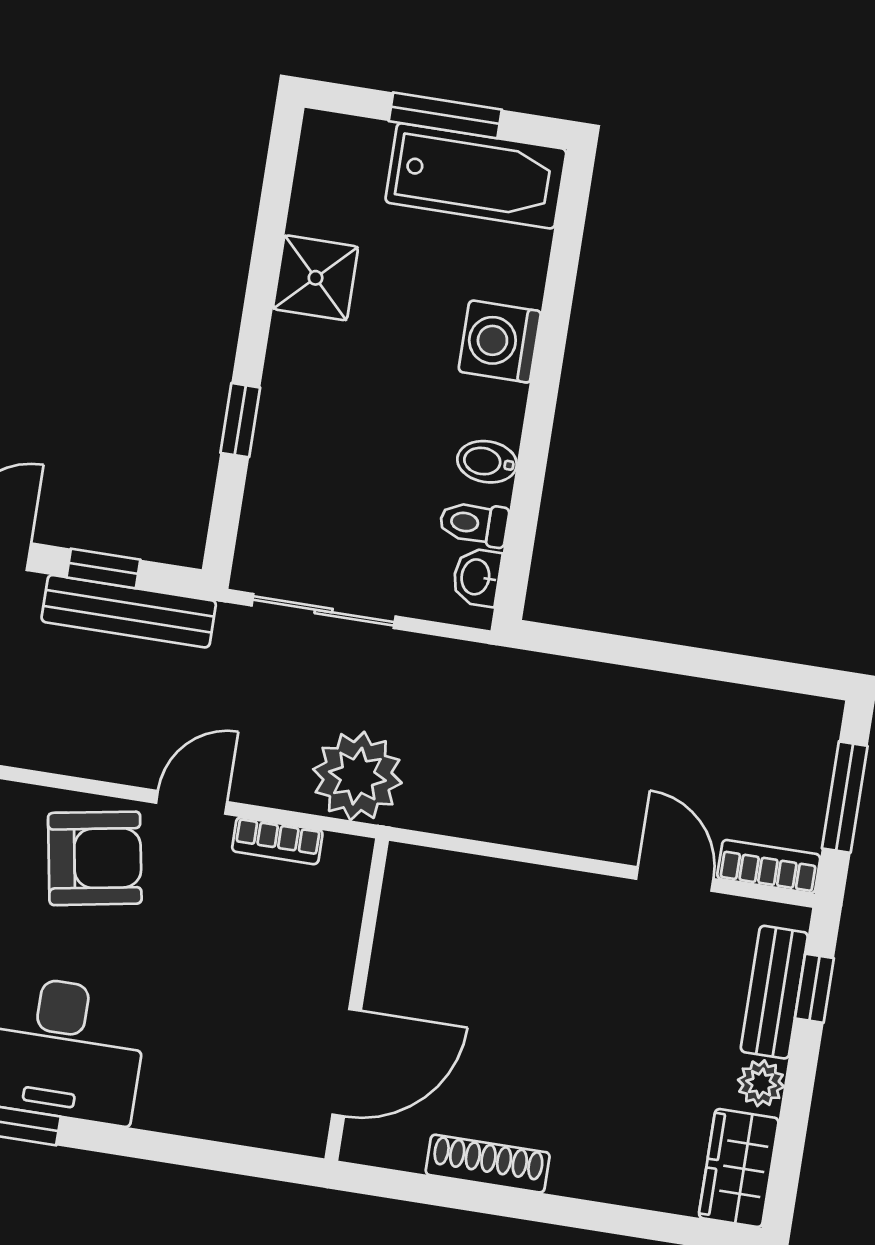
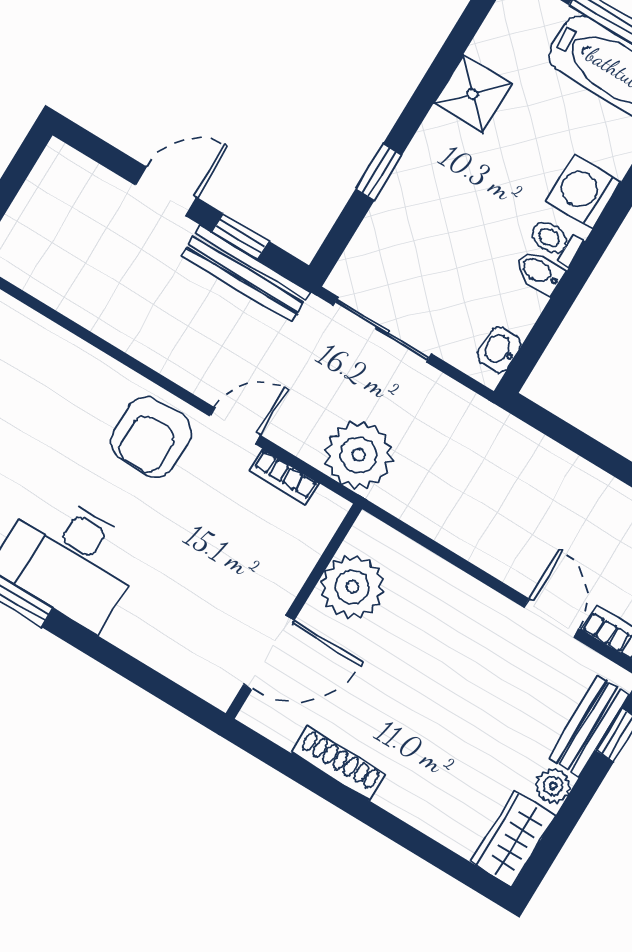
toilet: (474, 523) -> (555, 241), moved
armchair: (95, 858) -> (151, 437), turned 100
plant: (416, 940) -> (352, 587), added

